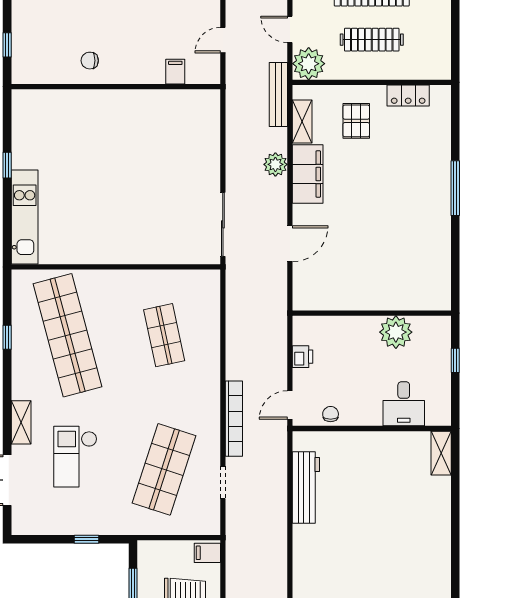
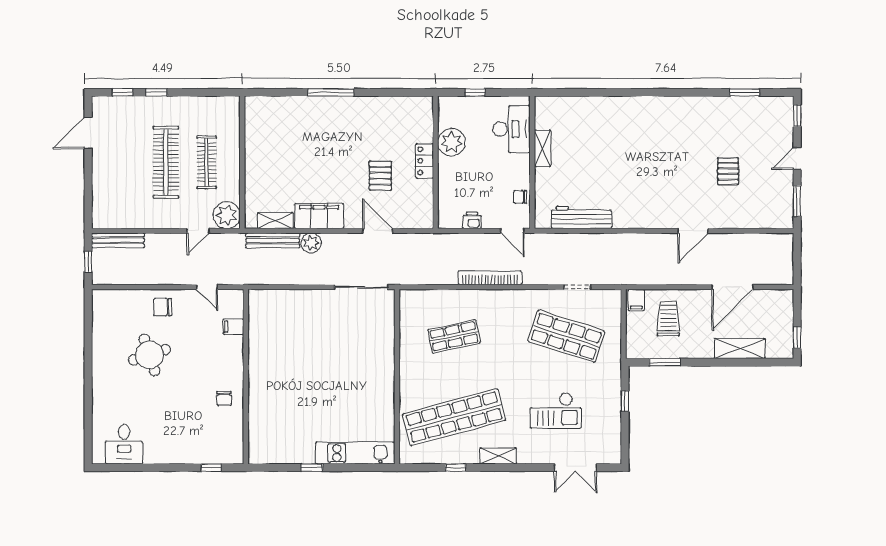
bench: (278, 94) -> (273, 240), moved
locker: (408, 95) -> (425, 161), moved, turned 180
pallet: (356, 121) -> (380, 176), moved, turned 90
desk: (404, 404) -> (511, 129), width x1.37
bookcase: (234, 419) -> (490, 278), moved
shelving: (21, 422) -> (498, 456), moved
shelving: (441, 453) -> (543, 148), moved, turned 90

